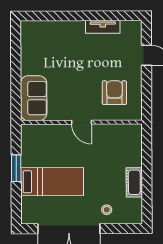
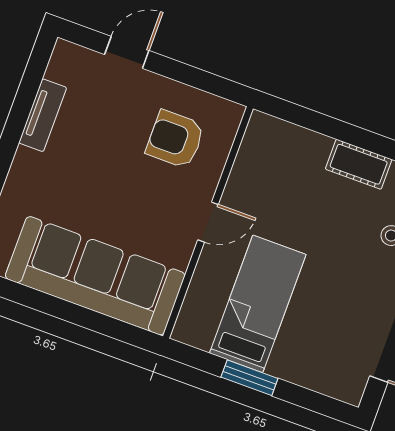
sofa: (34, 98) -> (95, 276), width x1.85, depth x1.27
bed: (52, 182) -> (258, 304), moved

